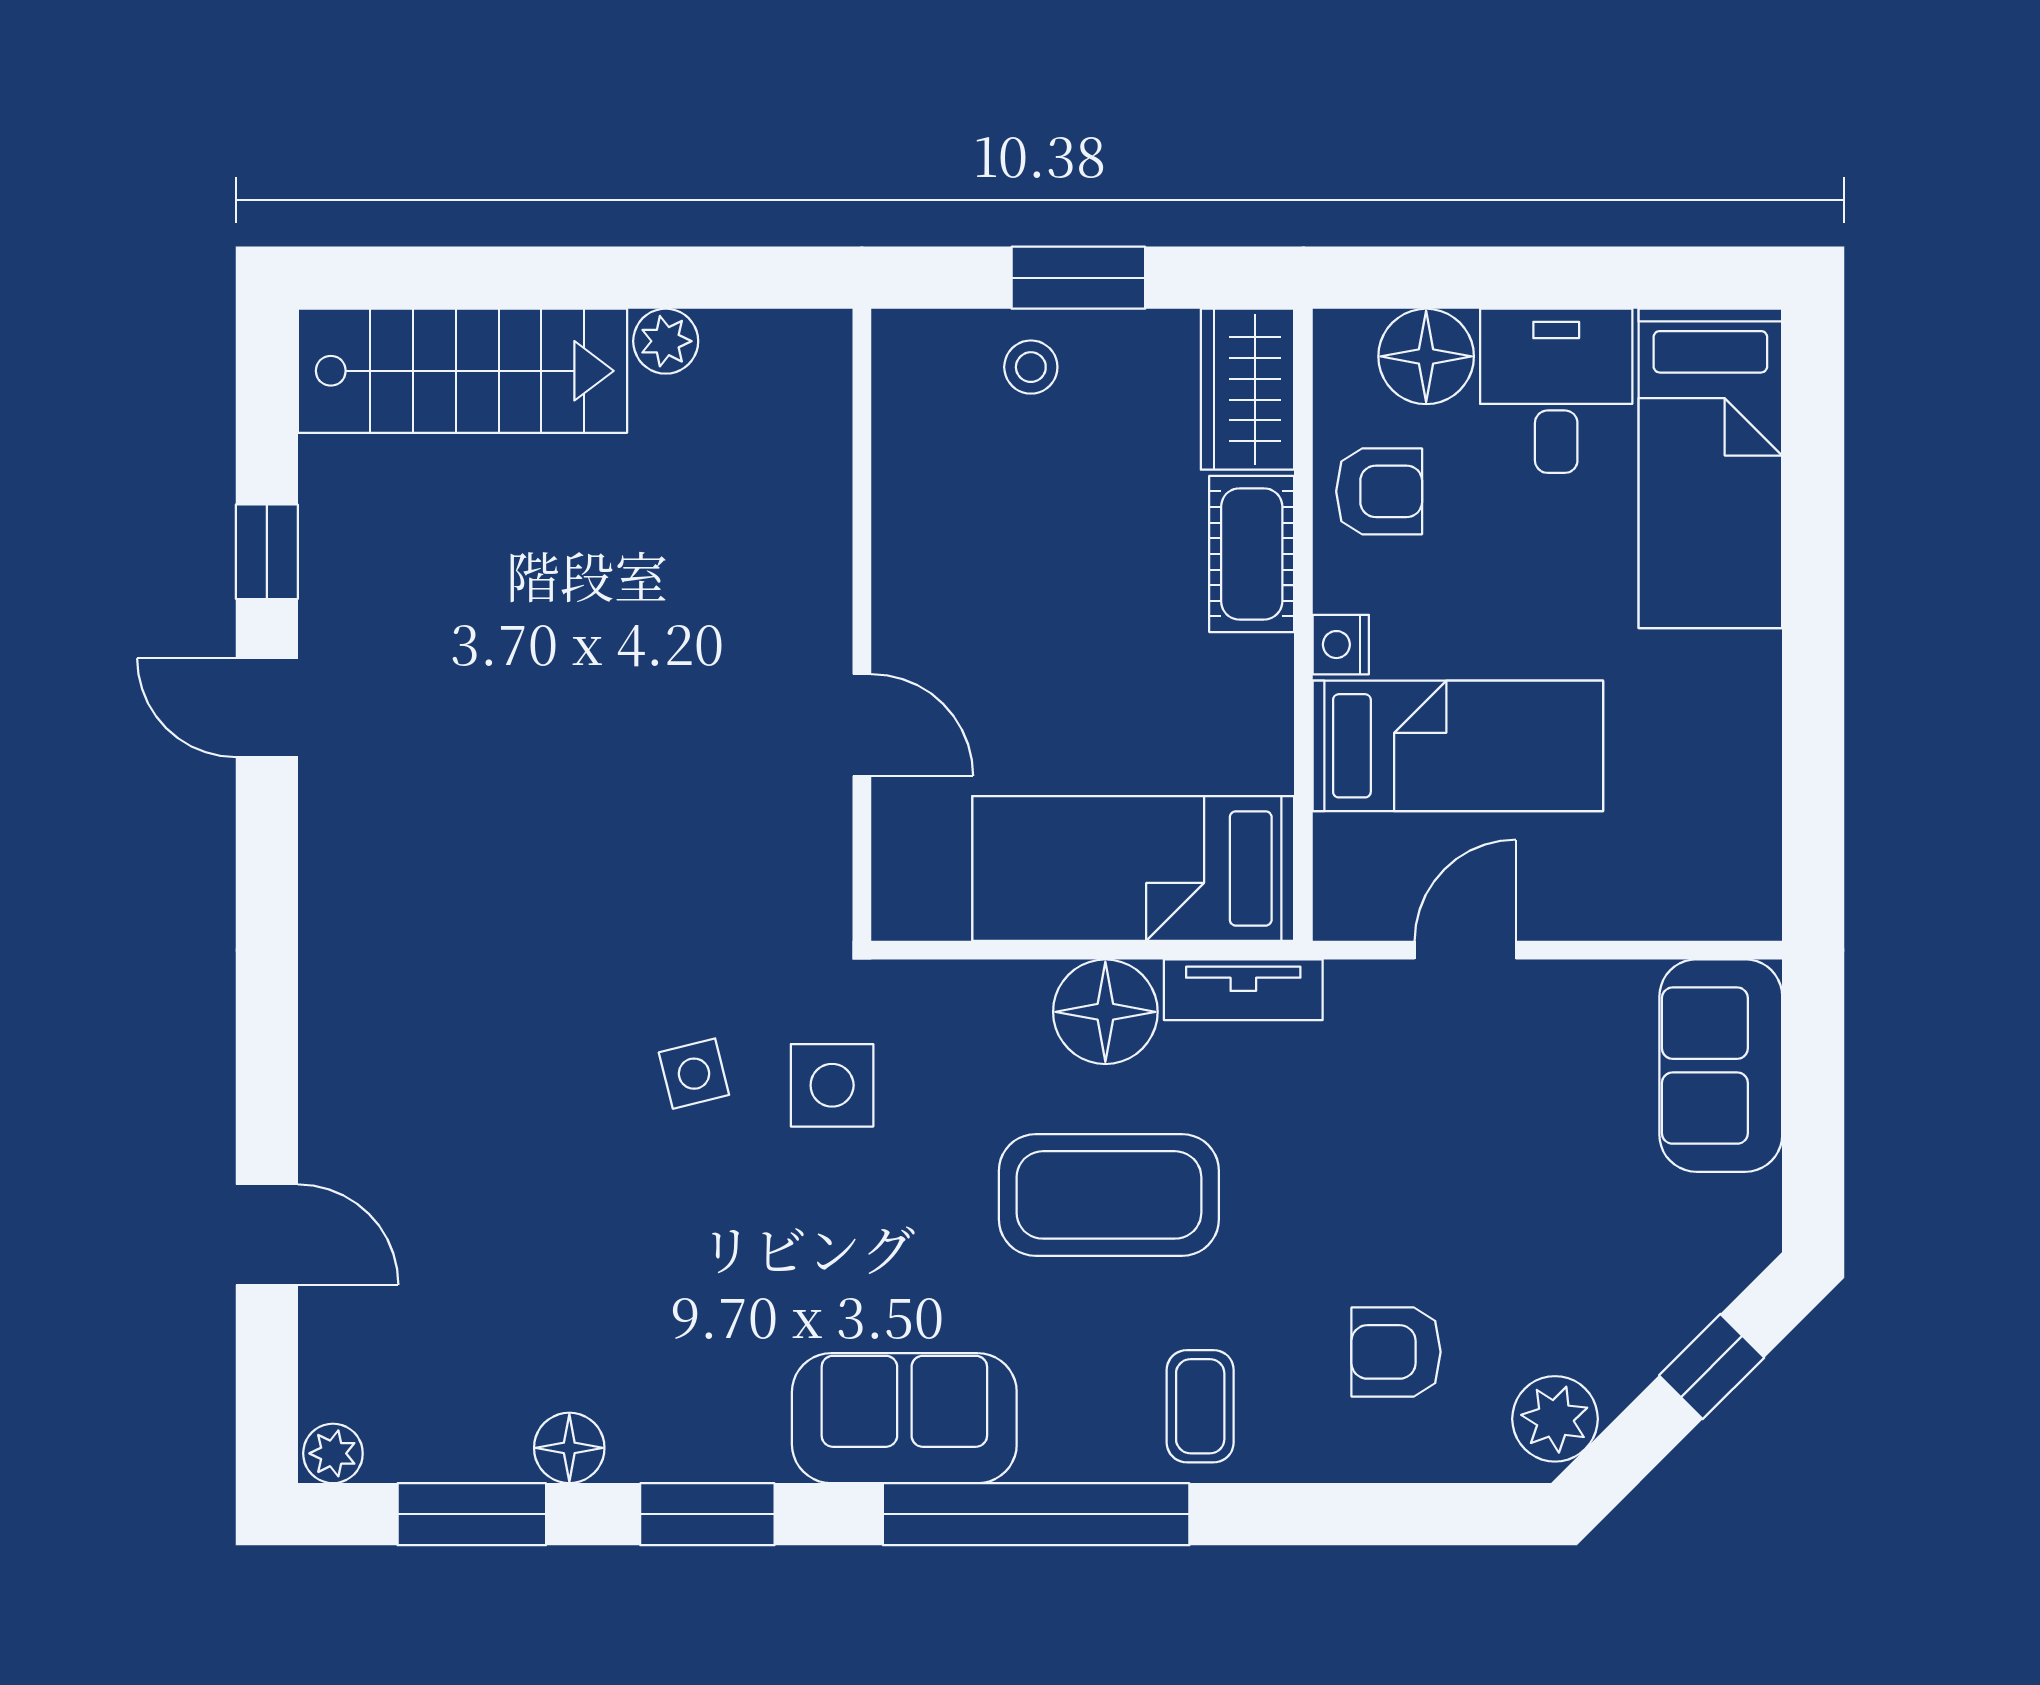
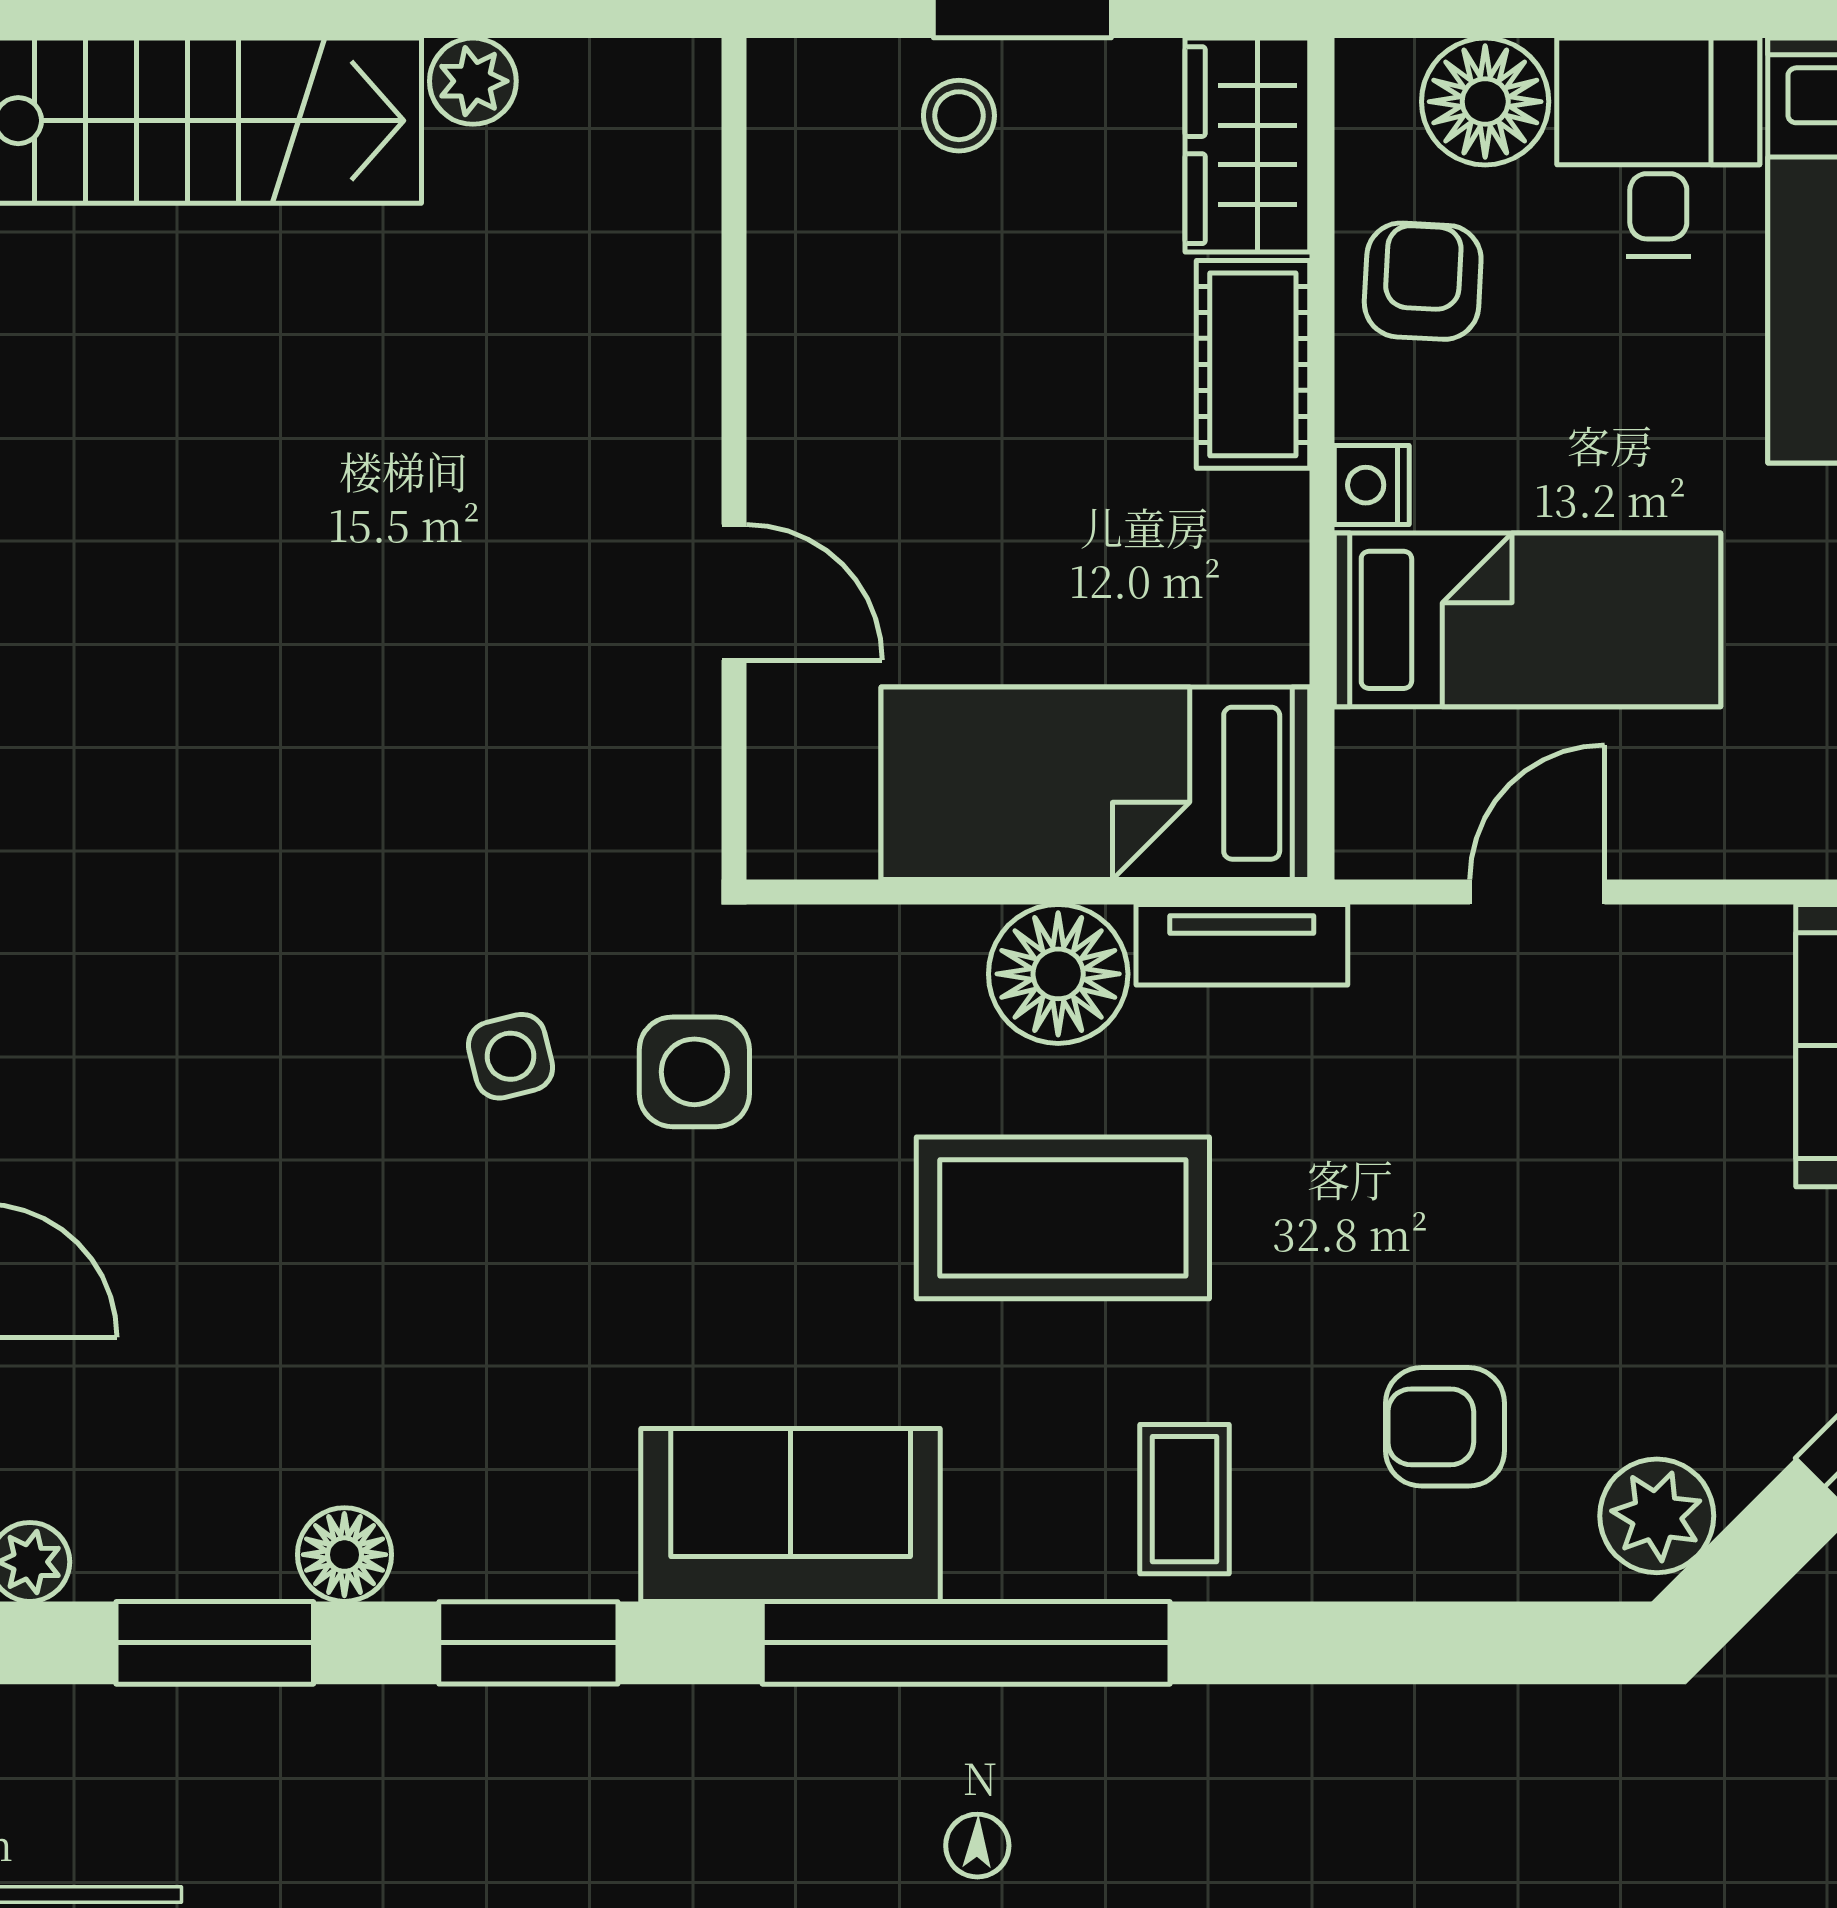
armchair: (1379, 491) -> (1423, 281), turned -87

